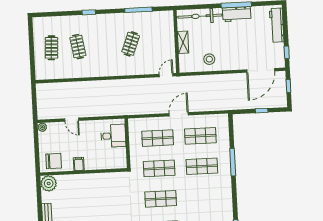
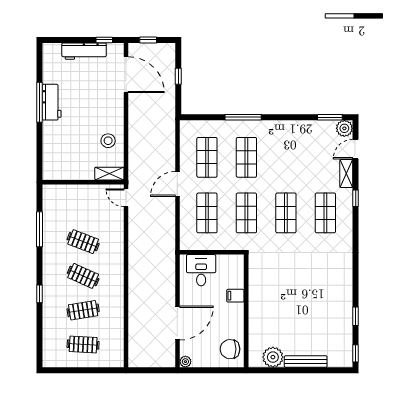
bicycle: (200, 16) -> (52, 150), removed
workbench: (277, 25) -> (84, 51), moved
shelving: (183, 42) -> (109, 174), moved
clothes rail: (104, 45) -> (83, 276), added
door: (179, 114) -> (177, 184), hinge flipped
door: (72, 120) -> (177, 323), width x1.88
chair: (54, 161) -> (230, 349), turned -90
filing cabinet: (79, 164) -> (235, 296), moved
plant: (49, 183) -> (273, 357), moved

